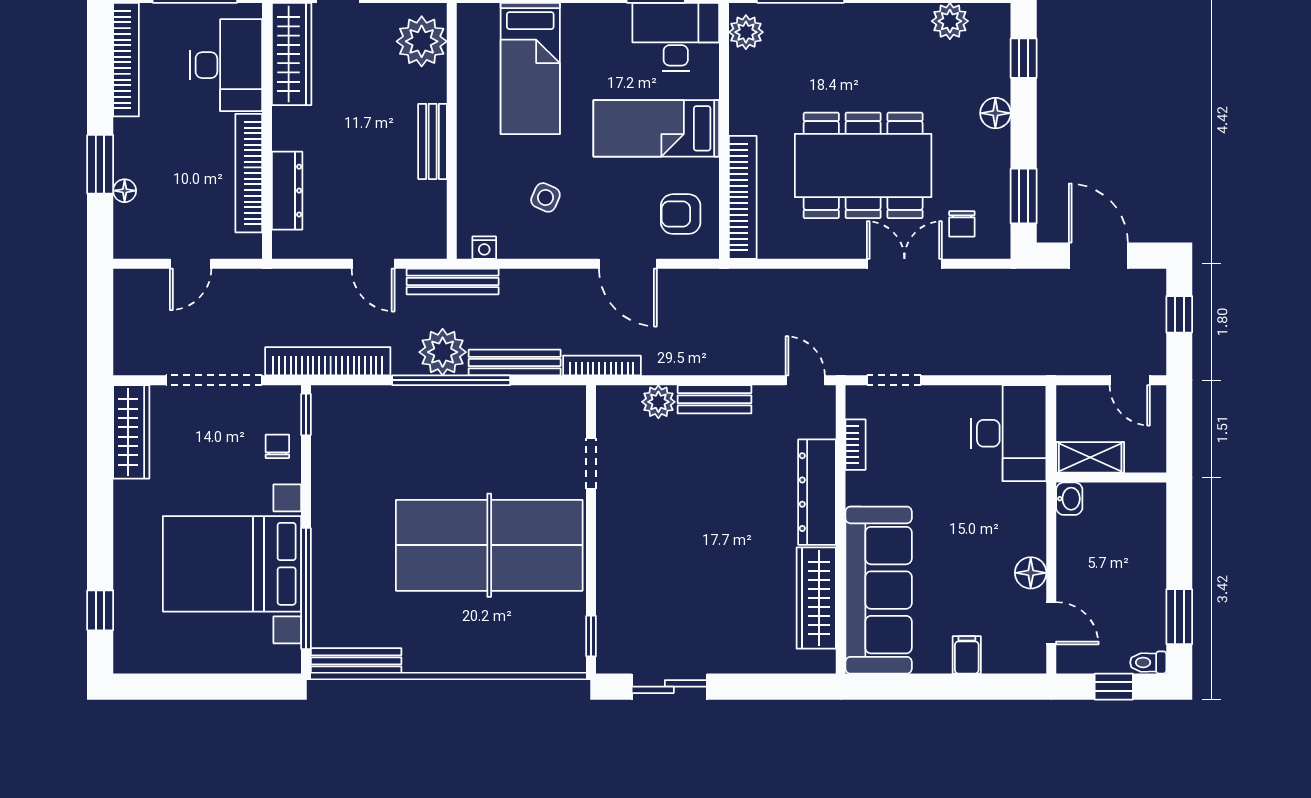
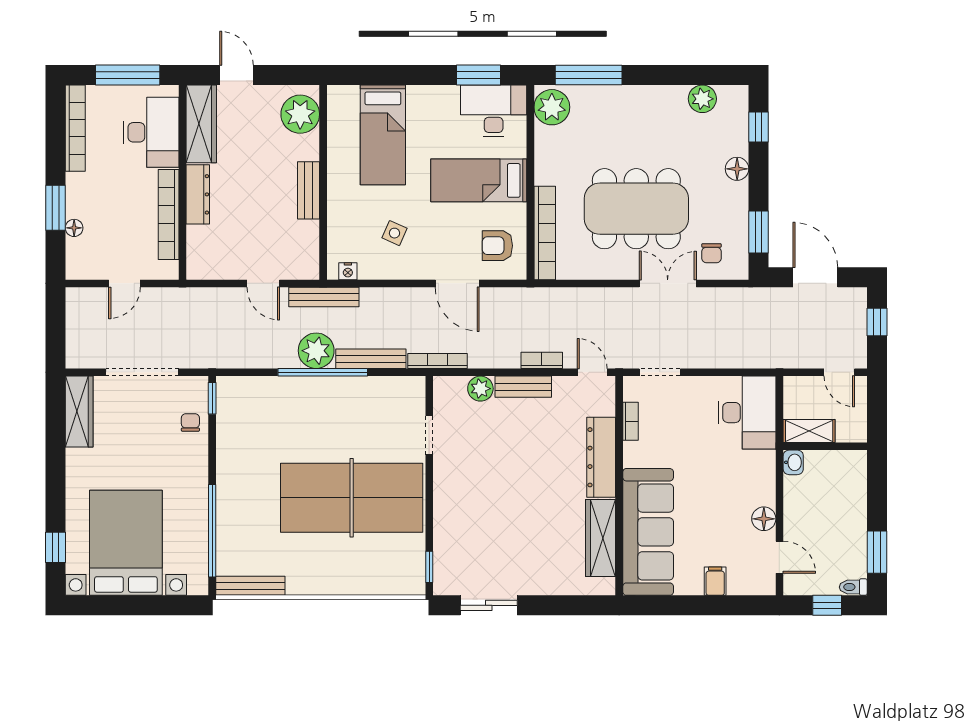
plant: (746, 32) -> (552, 107), width x1.36, depth x1.36
dresser: (287, 191) -> (198, 194), moved
bookcase: (328, 361) -> (542, 360), moved, width x0.43, depth x0.76
bed with nightstands: (232, 564) -> (126, 543), moved, turned 90

